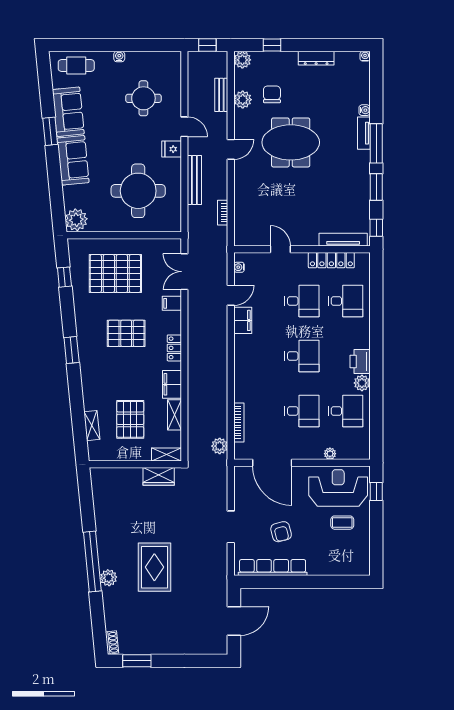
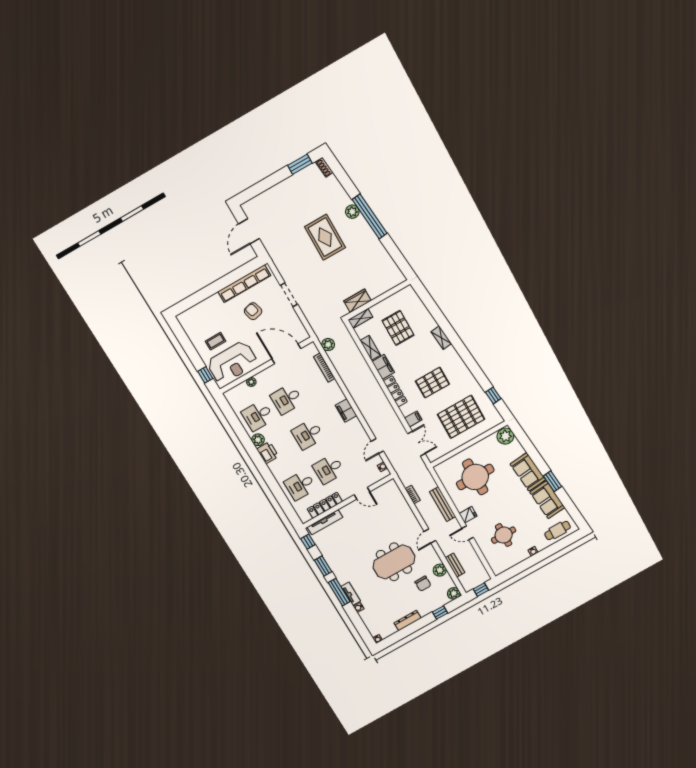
filing cabinet: (243, 320) -> (346, 410), moved
locker: (174, 348) -> (395, 391), width x1.53
window: (72, 350) -> (463, 351), removed
shelving: (92, 426) -> (441, 338), moved

